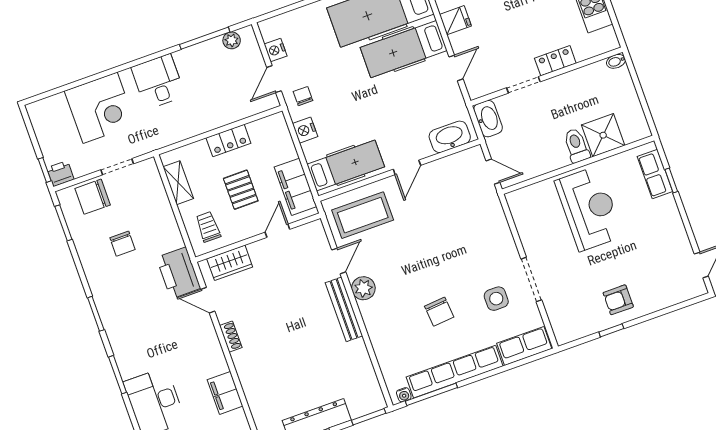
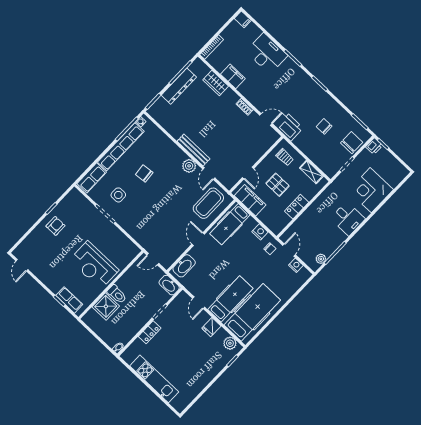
wardrobe: (230, 263) -> (216, 83), moved, turned -90

